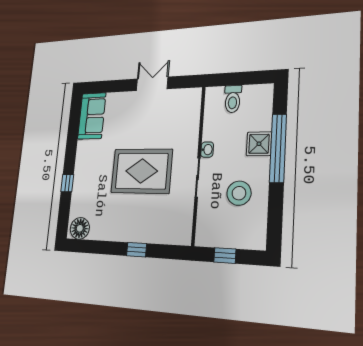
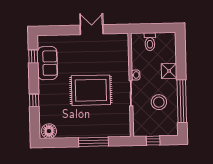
sofa: (92, 116) -> (47, 63), moved
window: (74, 122) -> (33, 56), added
window: (278, 148) -> (182, 101), moved
window: (137, 250) -> (93, 142), width x2.17

